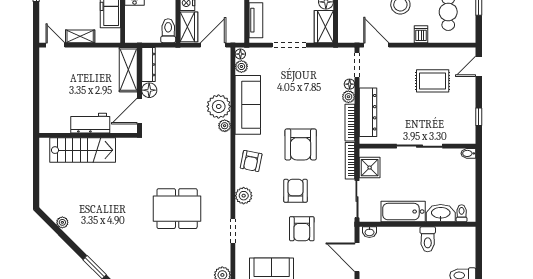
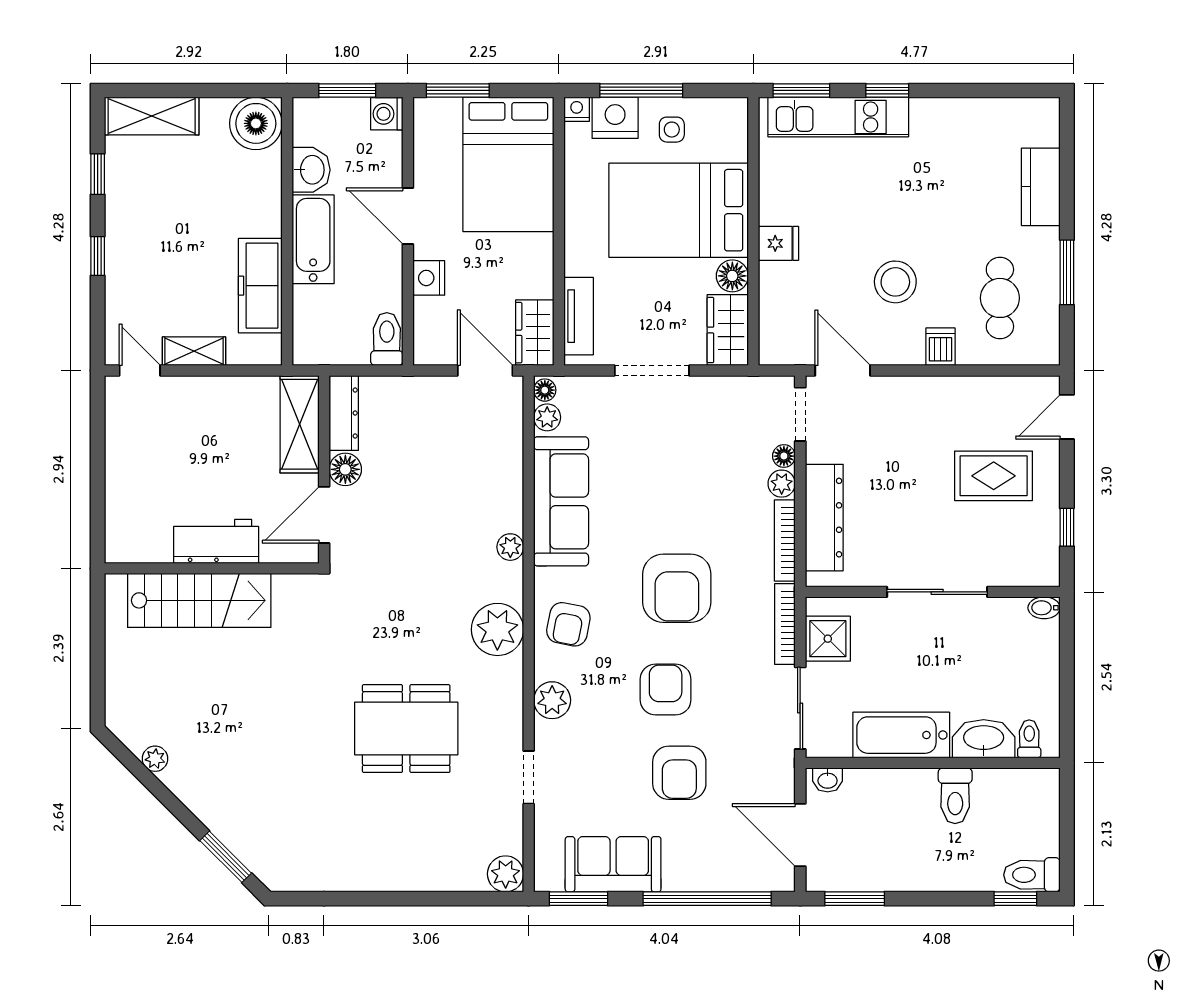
wardrobe: (189, 27) -> (535, 333), moved, turned 180
door: (213, 45) -> (485, 371), hinge flipped
rug: (433, 81) -> (994, 476), moved
plant: (219, 106) -> (497, 629), moved

